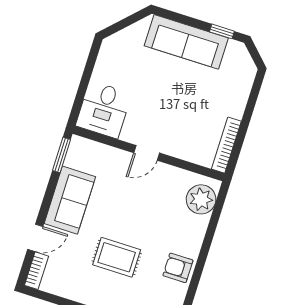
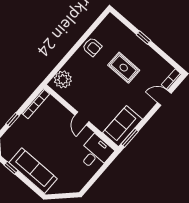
window: (251, 105) -> (13, 120), added
door: (147, 153) -> (82, 118), swing flipped
sofa: (70, 200) -> (122, 126), moved

